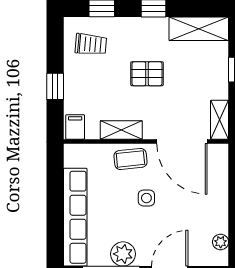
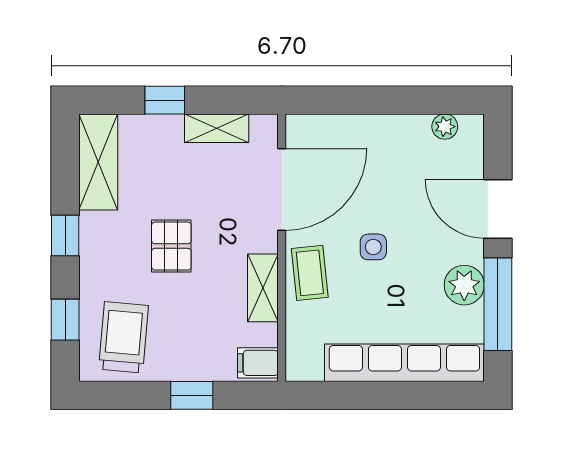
trolley: (91, 44) -> (123, 337), width x1.36, depth x1.39
shelving: (220, 120) -> (217, 128), moved

